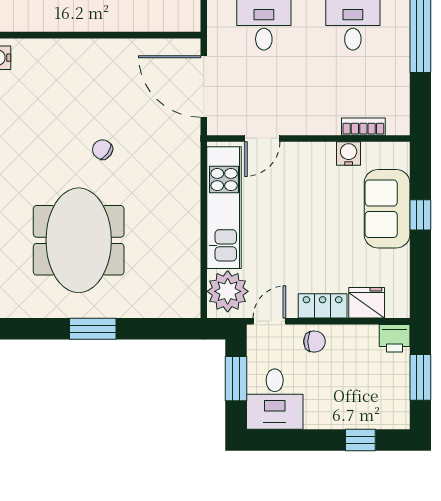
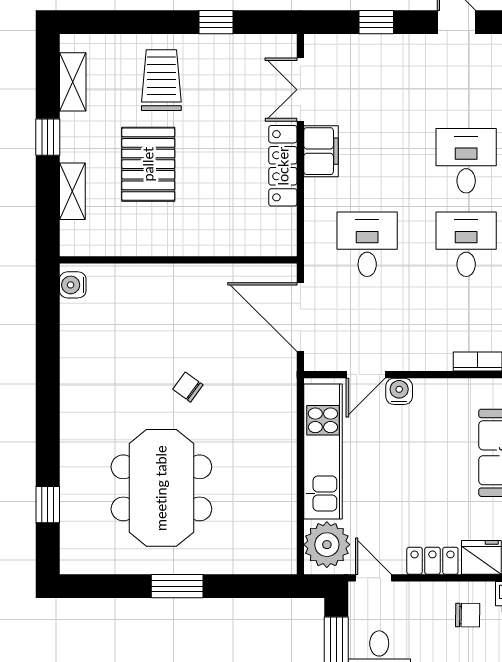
water cooler: (349, 153) -> (399, 391), moved
door: (269, 321) -> (373, 578), hinge flipped
chair: (314, 342) -> (468, 615), moved

